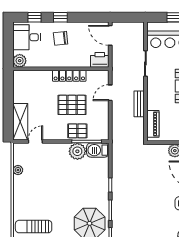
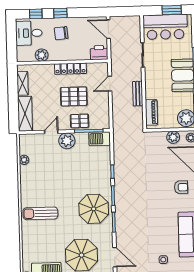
plant: (20, 61) -> (42, 55), moved
shelving: (19, 90) -> (23, 83), added
door: (35, 141) -> (51, 132), moved
plant: (77, 151) -> (67, 141), moved

